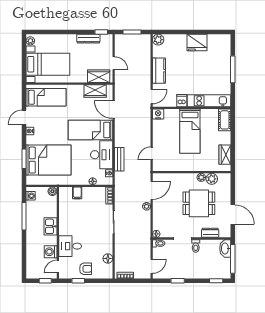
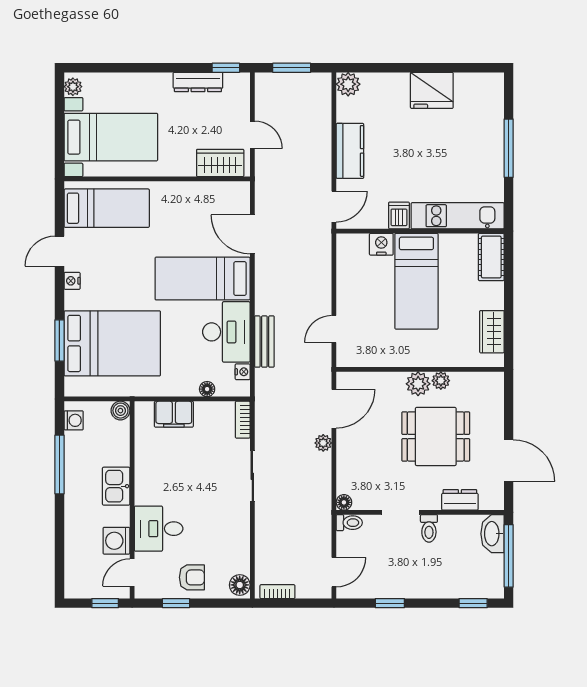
wardrobe: (95, 91) -> (212, 195), removed
nightstand: (158, 114) -> (381, 244), moved
plant: (212, 179) -> (418, 384), moved
filing cabinet: (77, 193) -> (174, 414), width x2.00
floor lamp: (108, 258) -> (240, 585), moved

